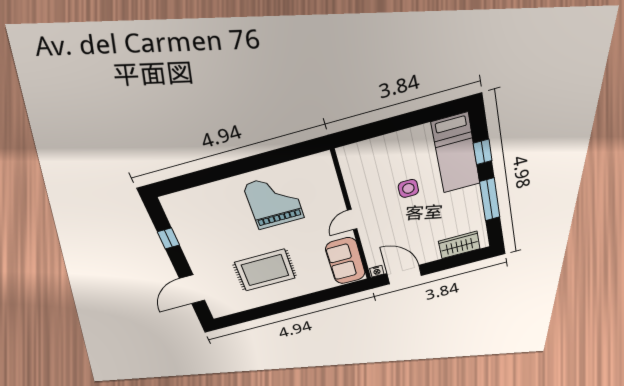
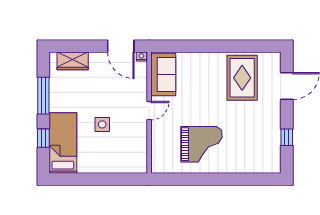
grand piano: (274, 201) -> (202, 144), turned -90
rug: (265, 270) -> (242, 78), moved, turned 90

